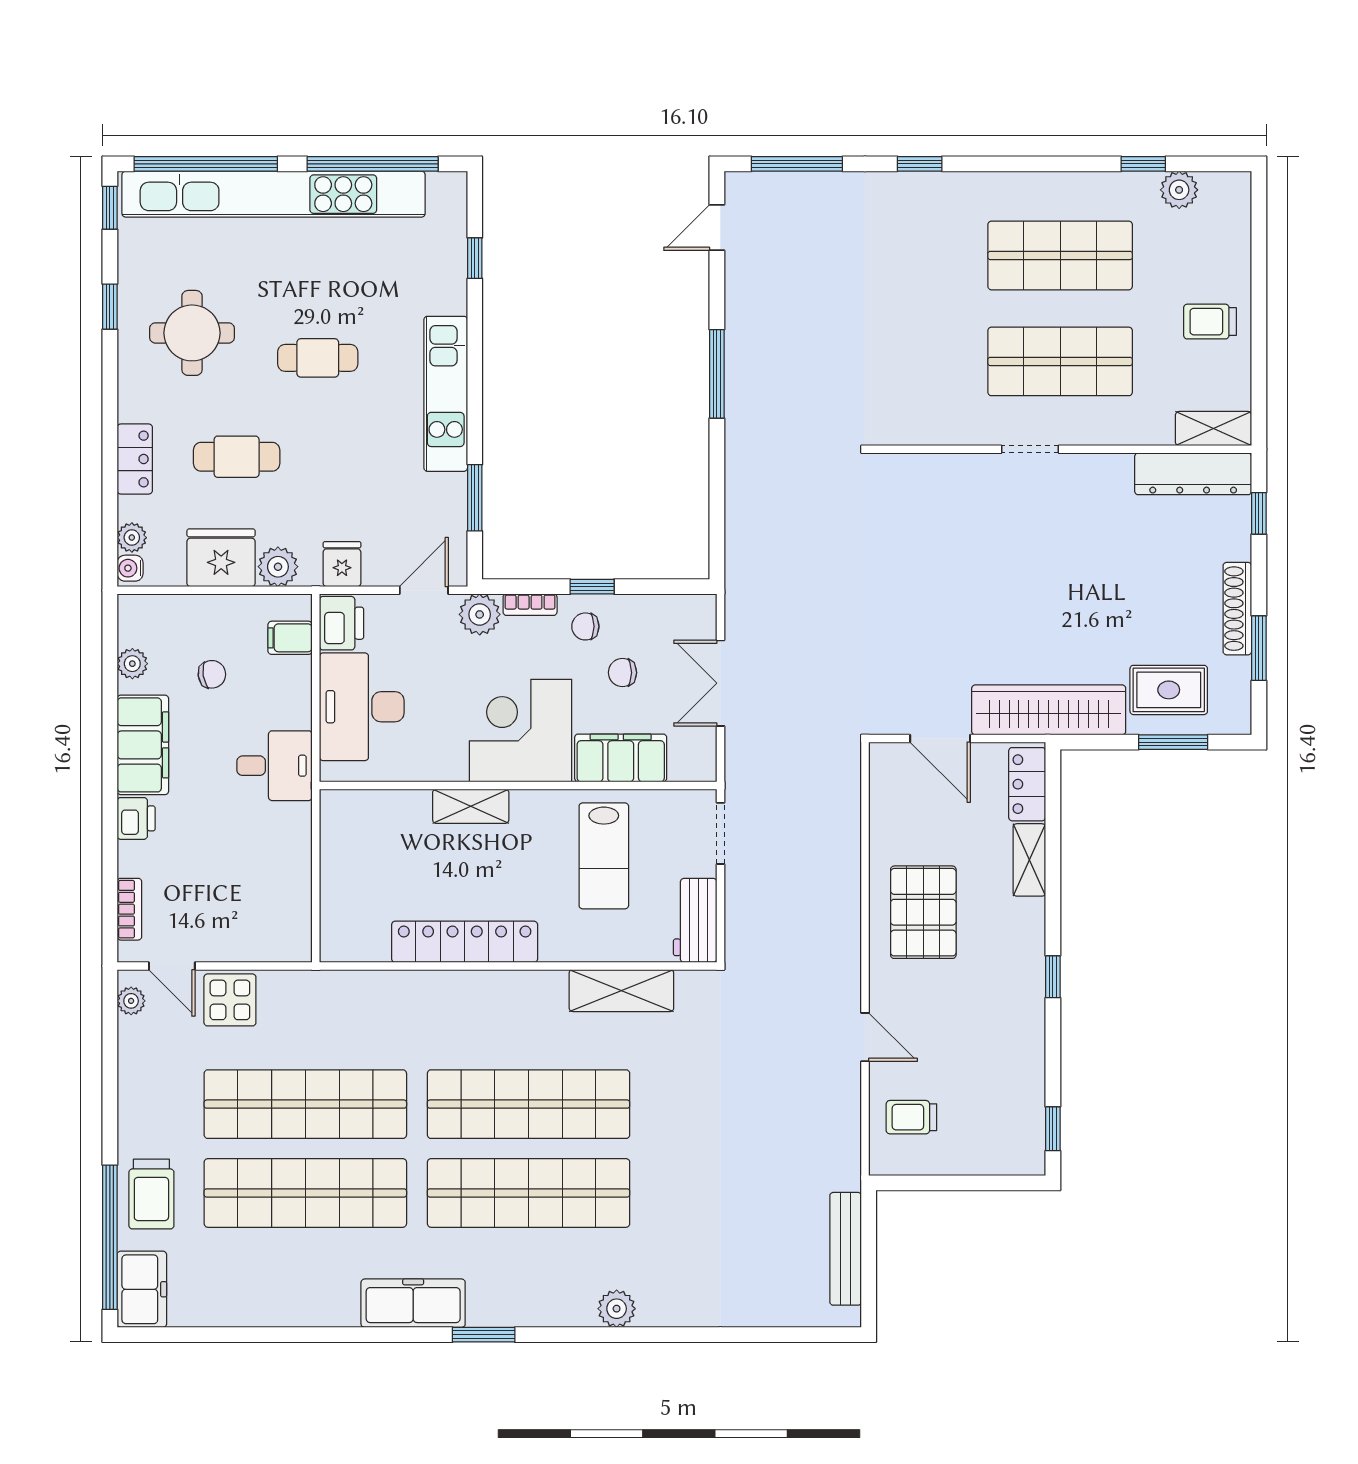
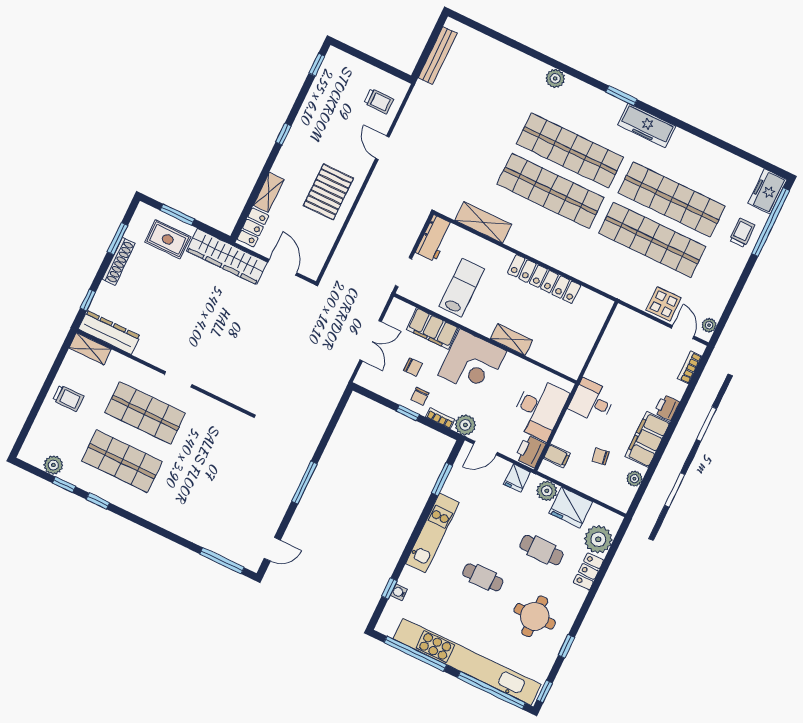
window: (920, 164) -> (98, 501), moved
plant: (132, 538) -> (598, 539), width x1.88, depth x1.88
water cooler: (130, 568) -> (399, 592), moved, turned 180
chair: (585, 626) -> (420, 396), turned 90
trolley: (151, 1194) -> (742, 233), width x0.73, depth x0.72

